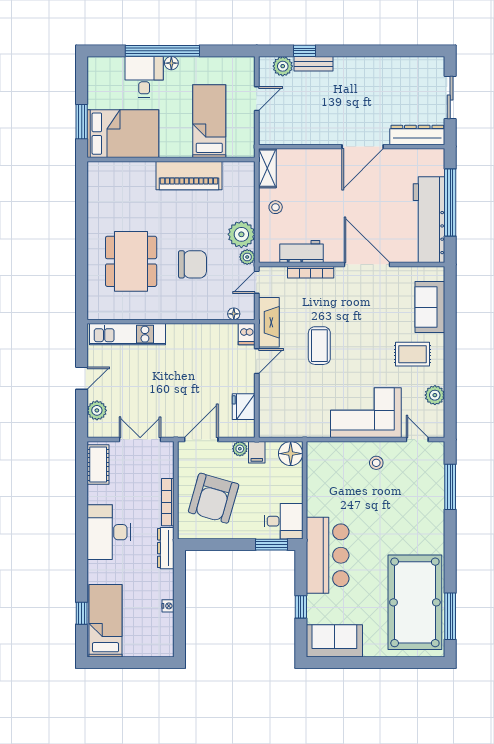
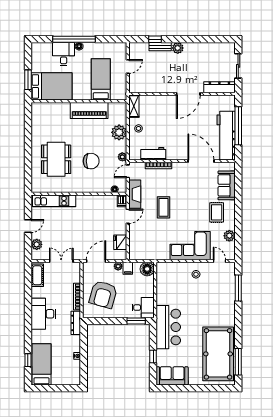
plant: (283, 66) -> (178, 48), moved
plant: (241, 234) -> (119, 132), moved
door: (367, 265) -> (201, 161), moved
rug: (413, 354) -> (217, 212), turned 90

